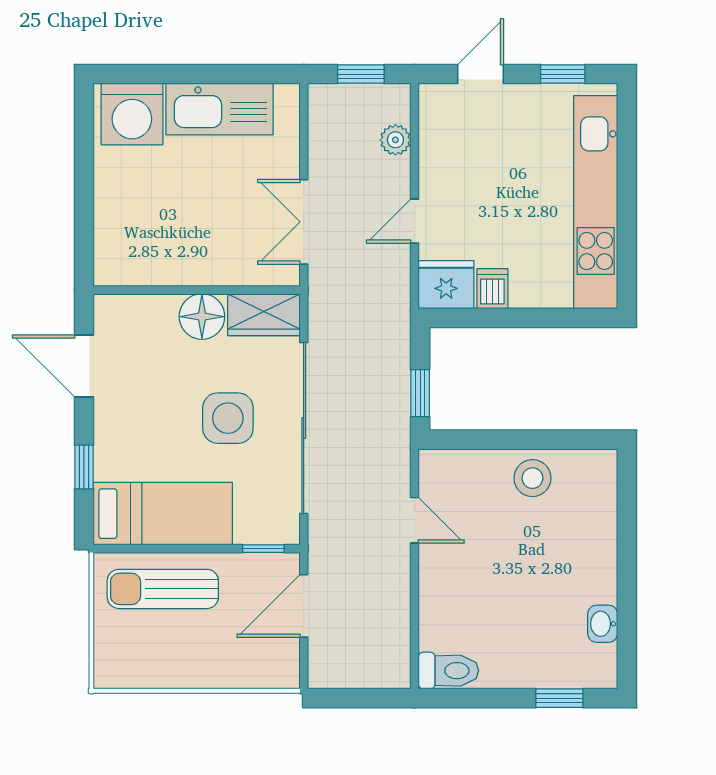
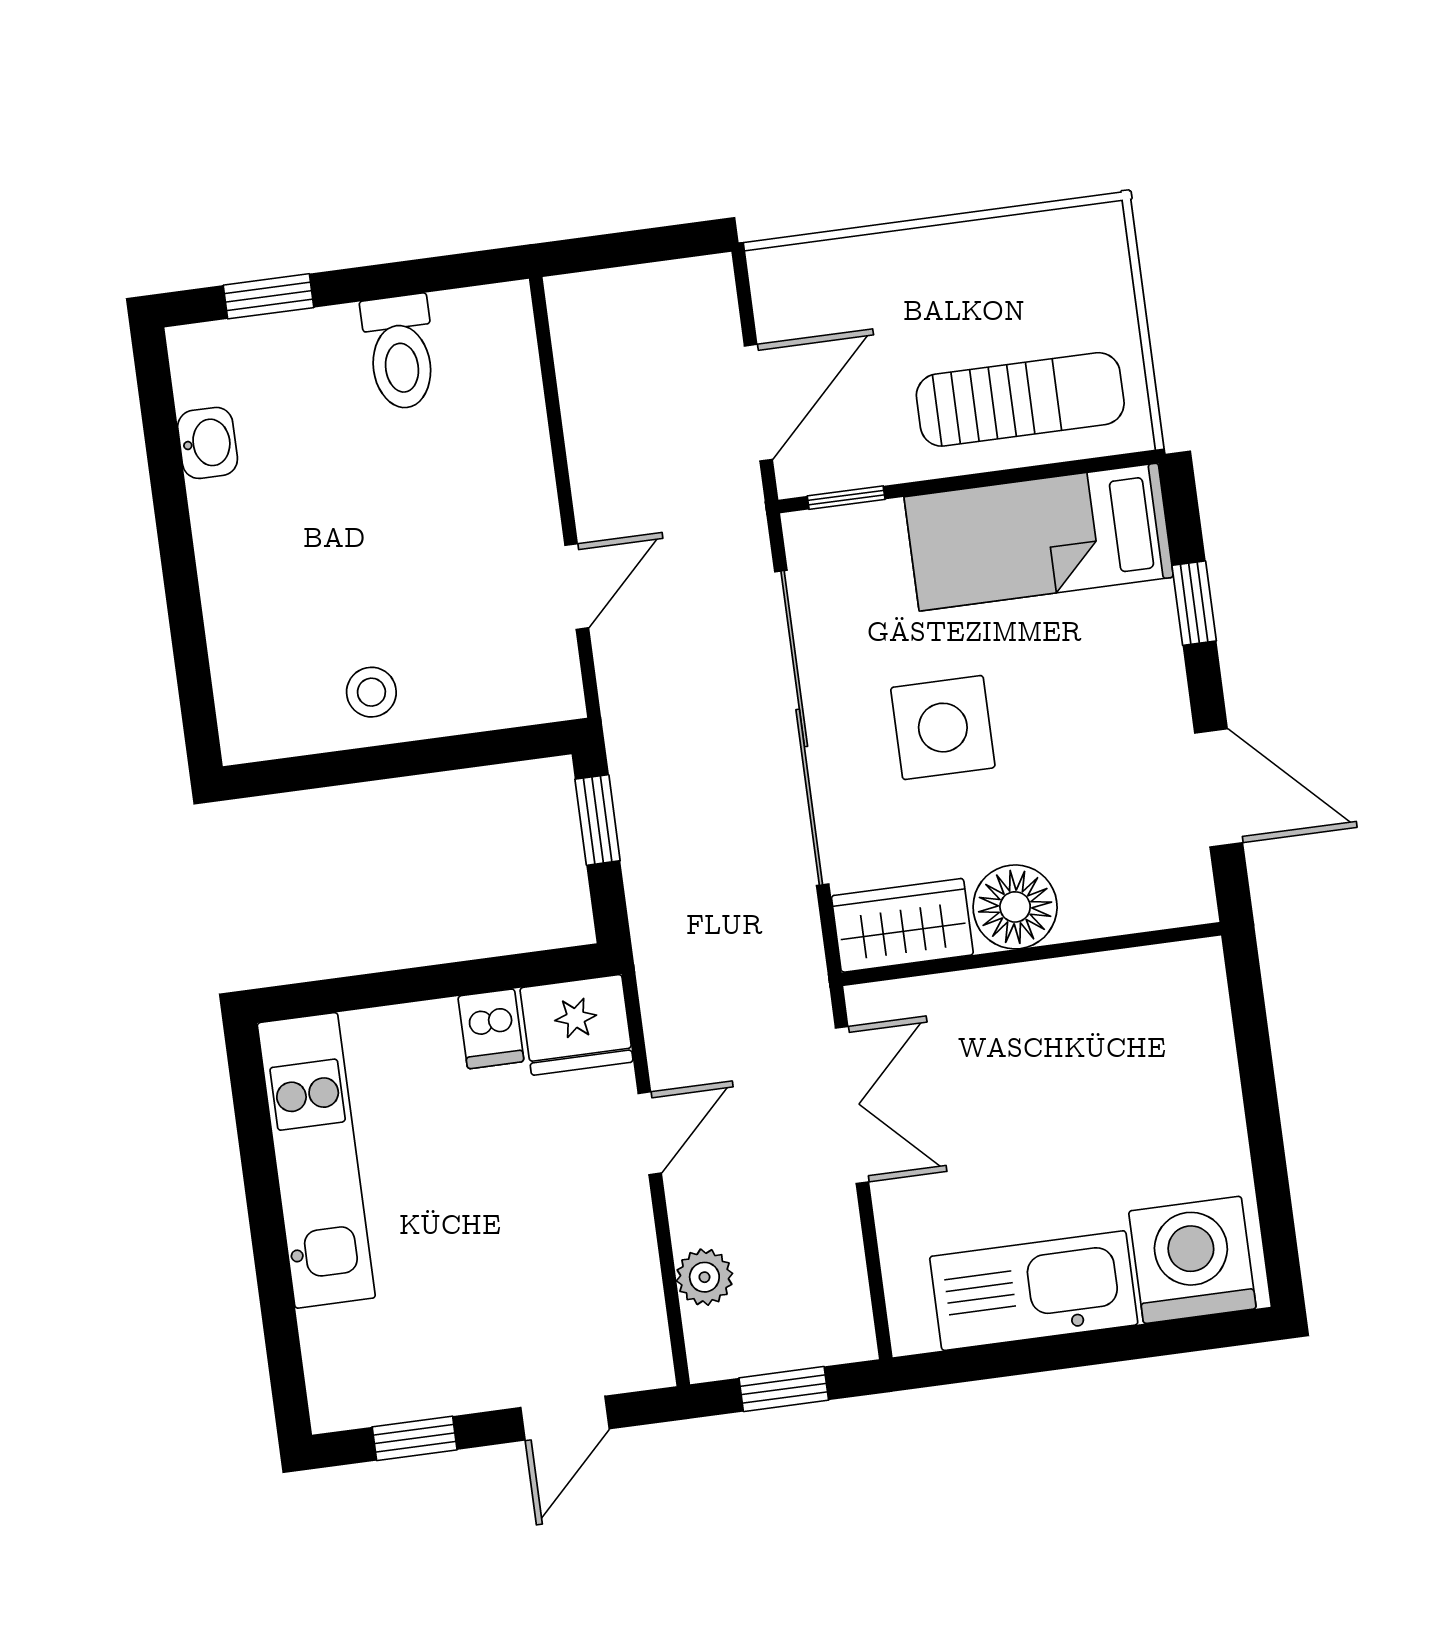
kitchen unit: (596, 202) -> (316, 1160), width x0.73
stool: (532, 478) -> (371, 692), width x0.73, depth x0.73
door: (415, 520) -> (577, 587), swing flipped
toilet: (448, 671) -> (400, 352), moved, turned -90

